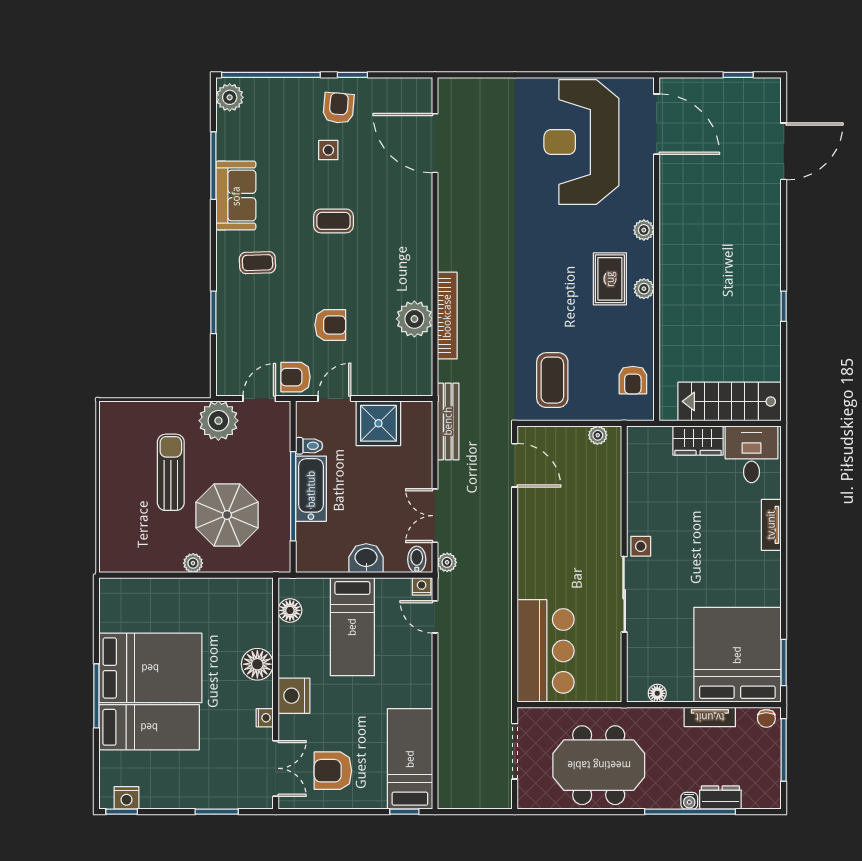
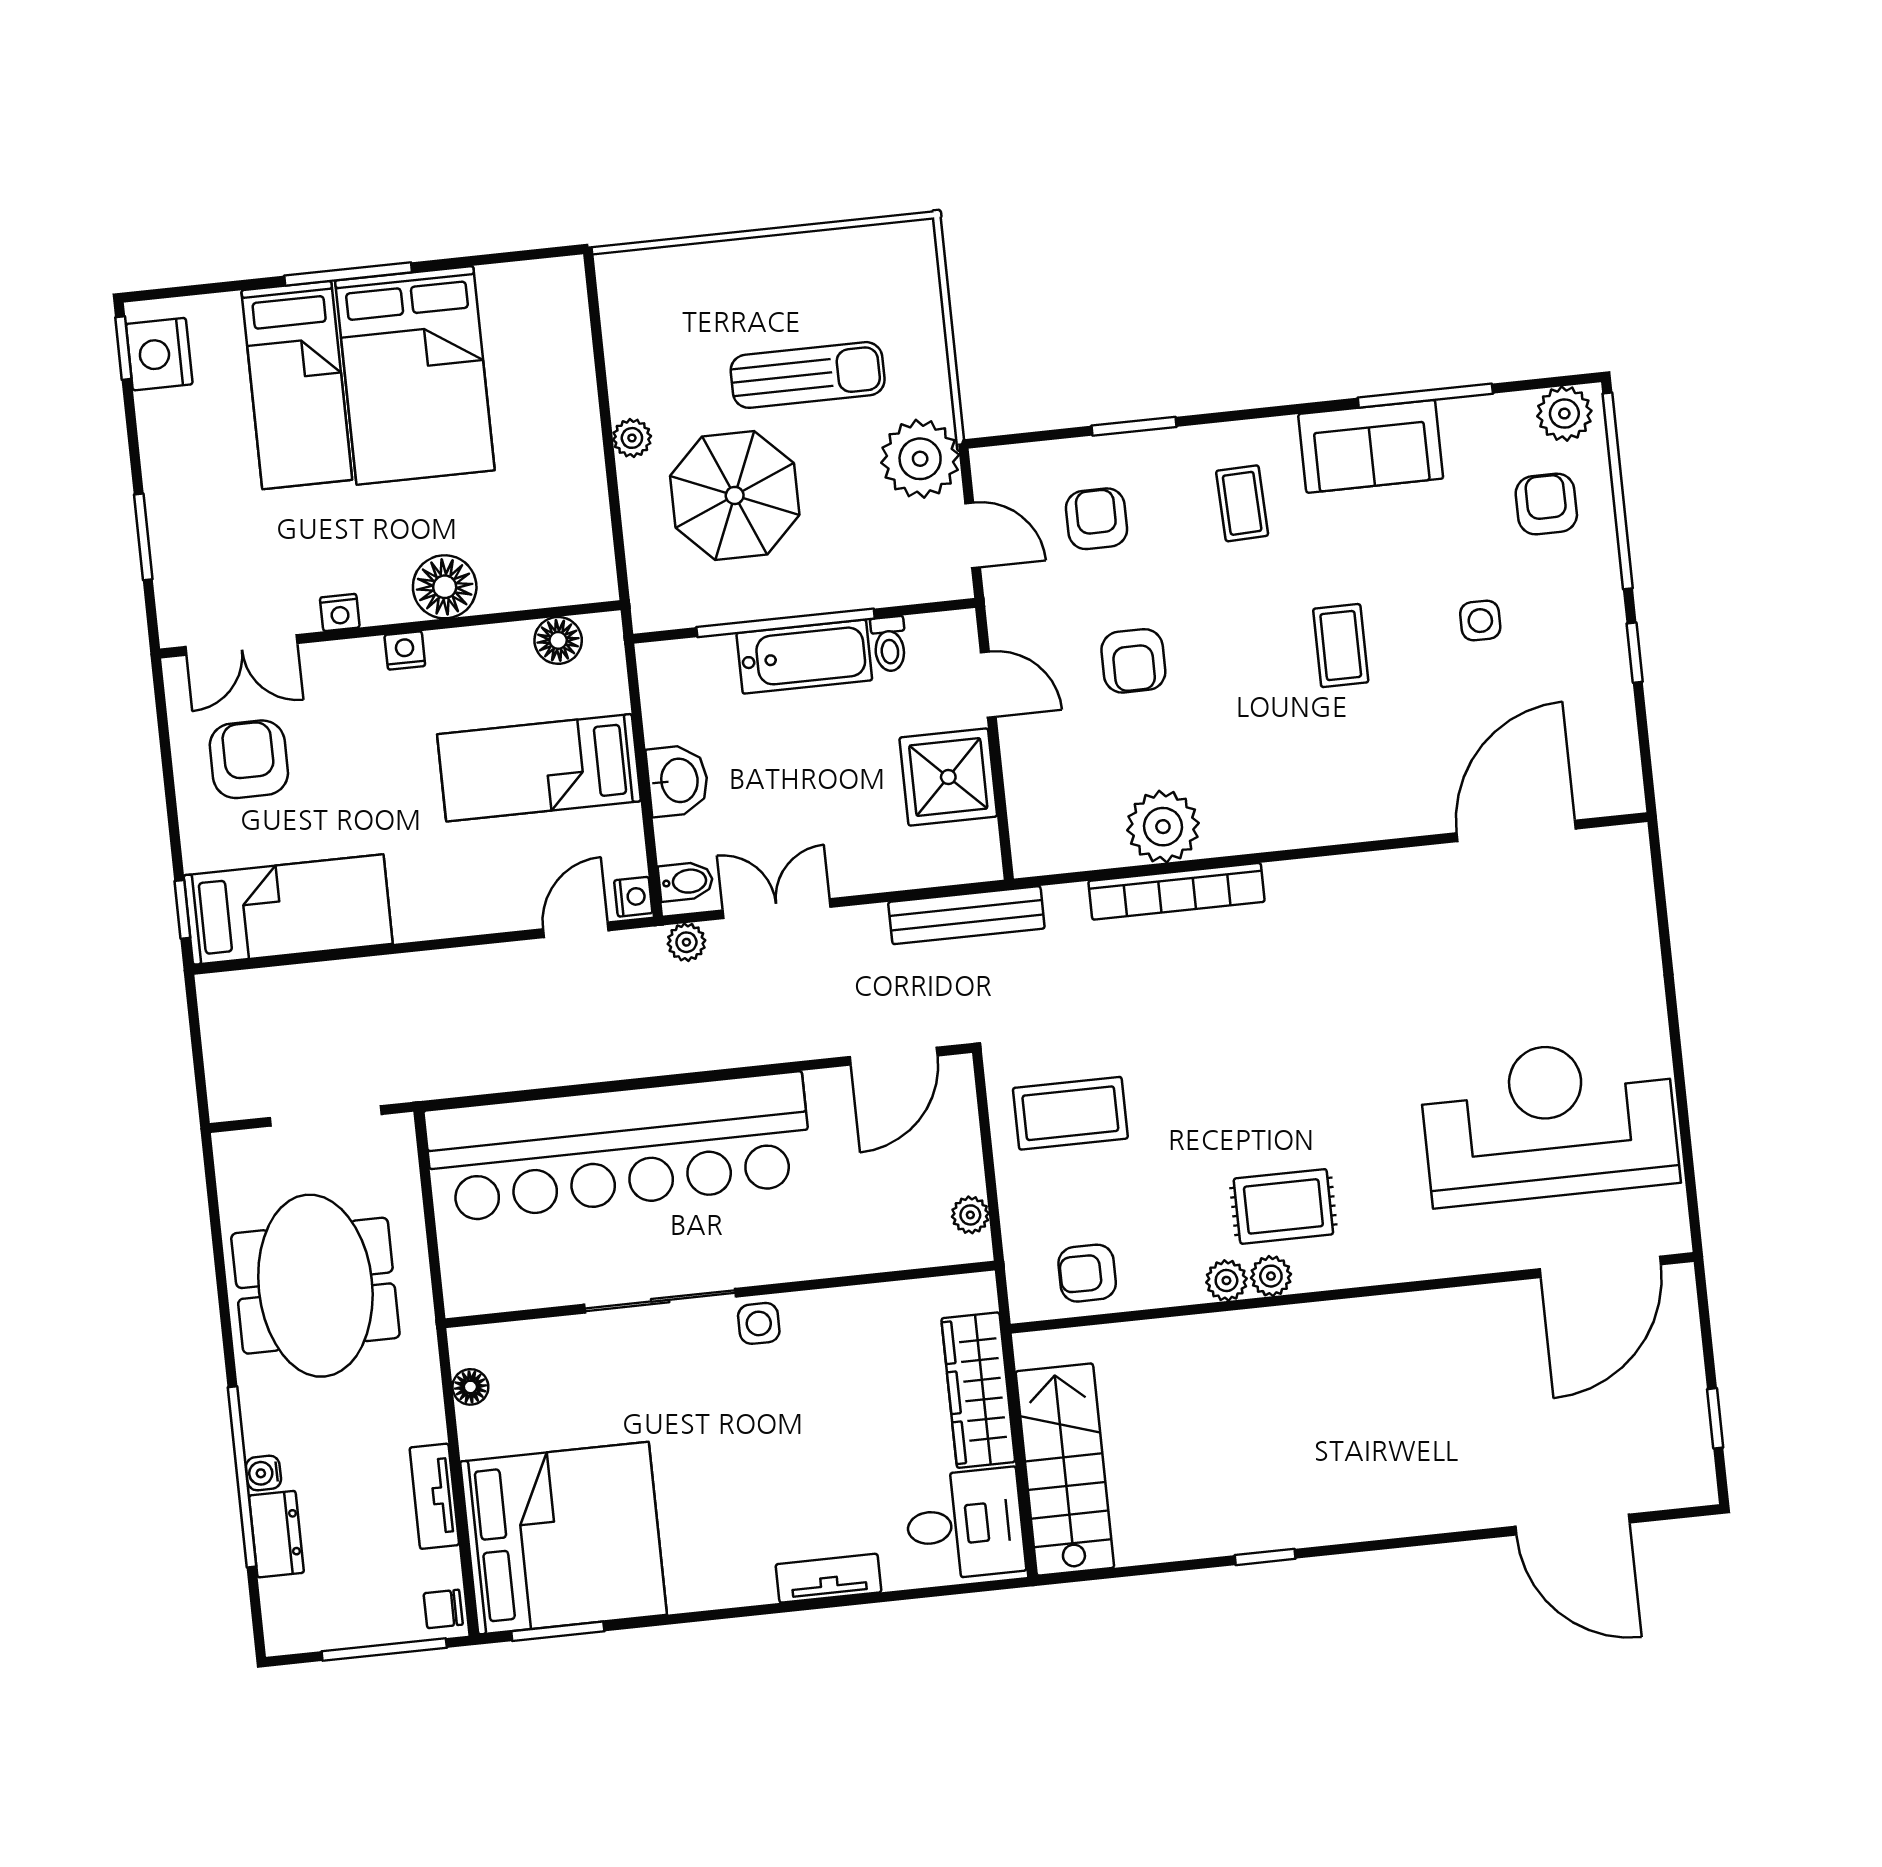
armchair: (339, 108) -> (1546, 504), moved, turned -95
plant: (644, 230) -> (1226, 1280), moved
armchair: (295, 377) -> (1097, 519), moved
wardrobe: (698, 440) -> (978, 1390), width x1.50
bar counter: (546, 651) -> (618, 1147), width x1.86
nightstand: (294, 696) -> (405, 651), width x0.53, depth x0.56
nightstand: (126, 798) -> (159, 354), width x1.36, depth x1.33

